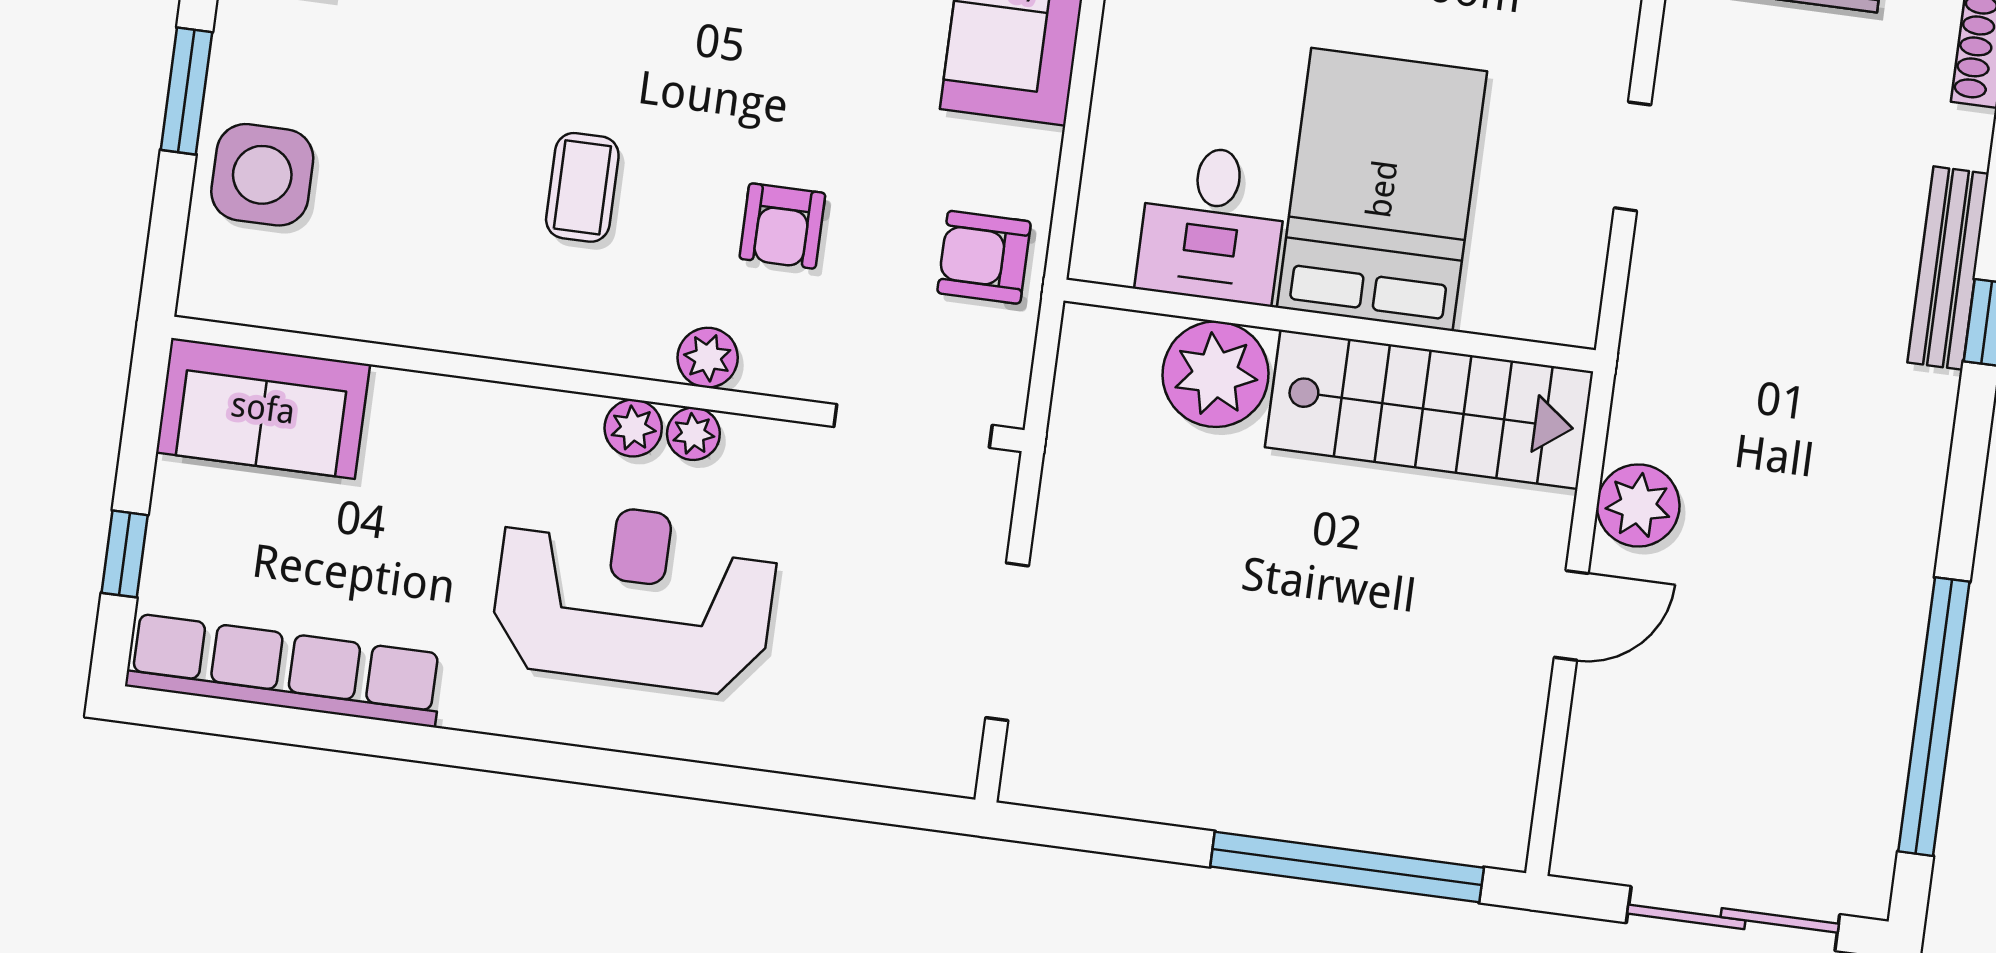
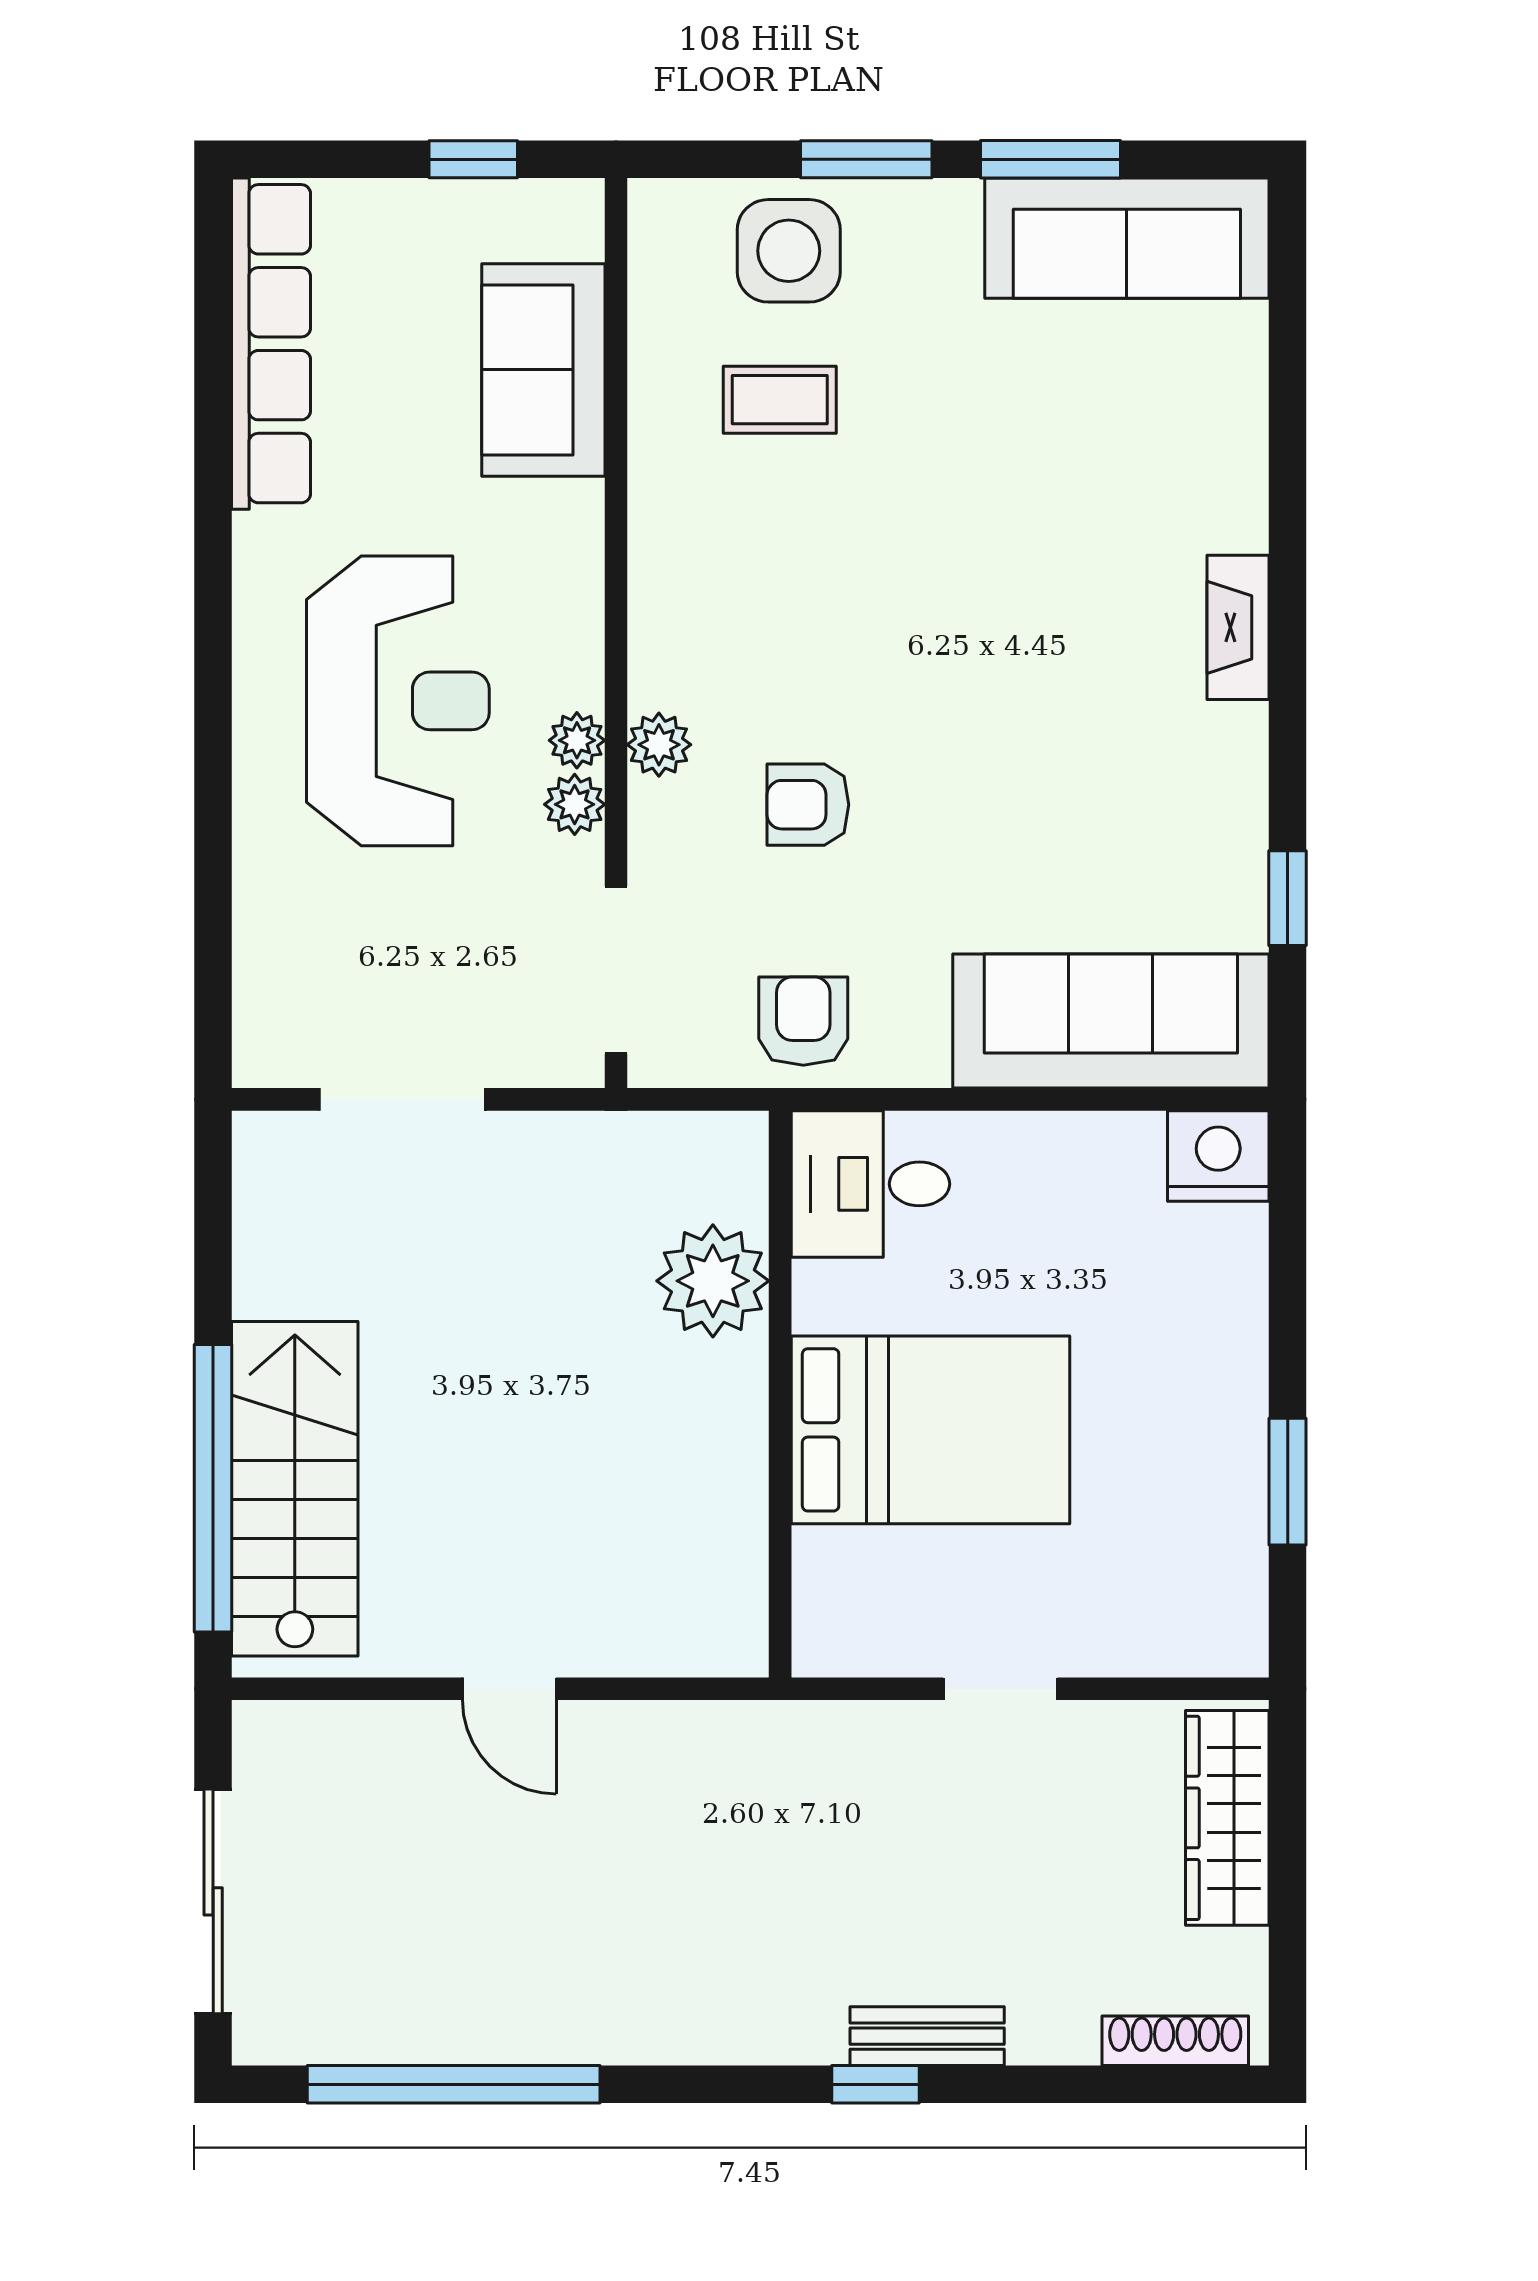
coffee table: (582, 187) -> (780, 400), moved
desk: (1212, 224) -> (870, 1184), moved
bench: (1948, 268) -> (927, 2036), width x0.73
sofa: (263, 408) -> (543, 370), moved
stairs: (1429, 409) -> (295, 1489), moved, turned 180
plant: (633, 428) -> (575, 804), moved
plant: (1638, 505) -> (634, 1744), removed
window: (125, 554) -> (473, 159), moved

